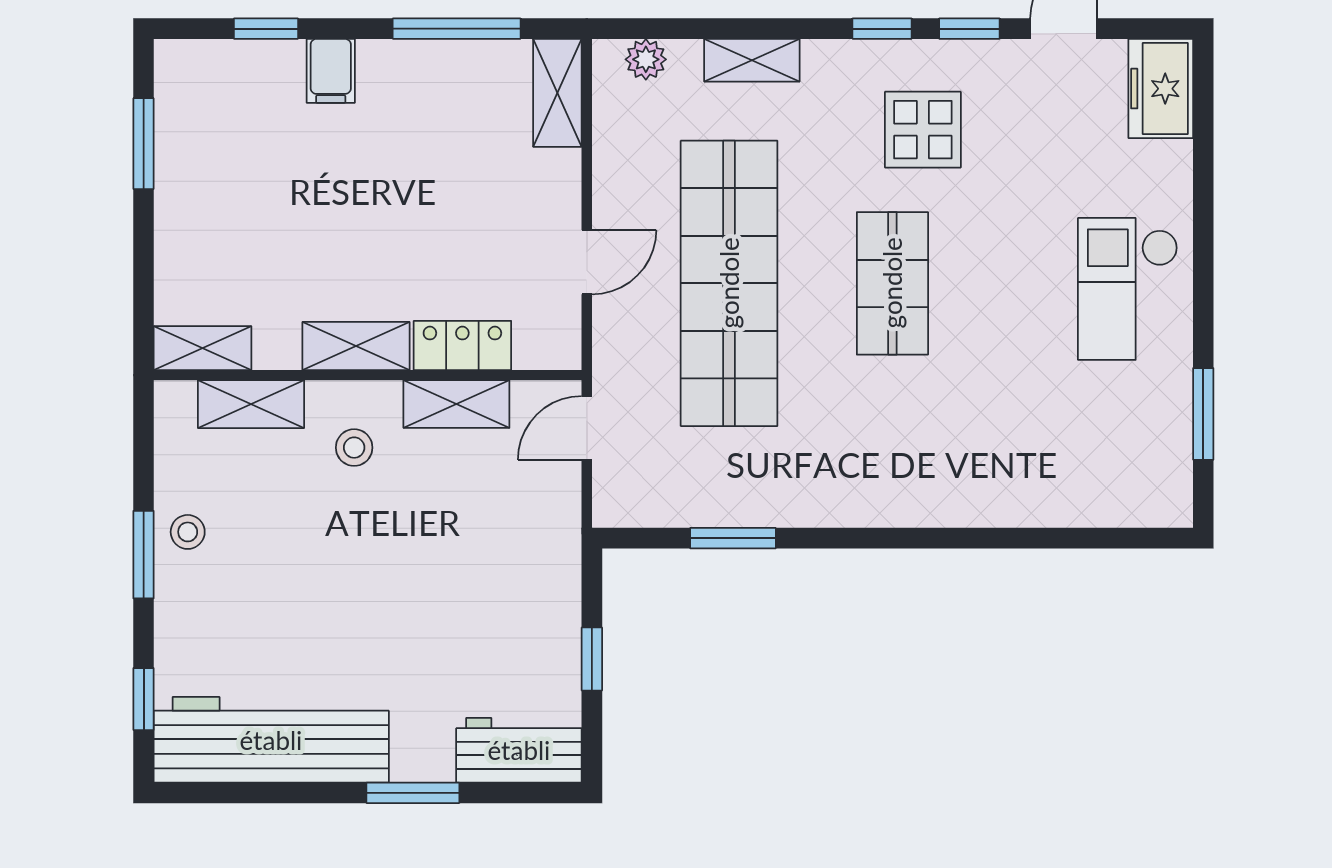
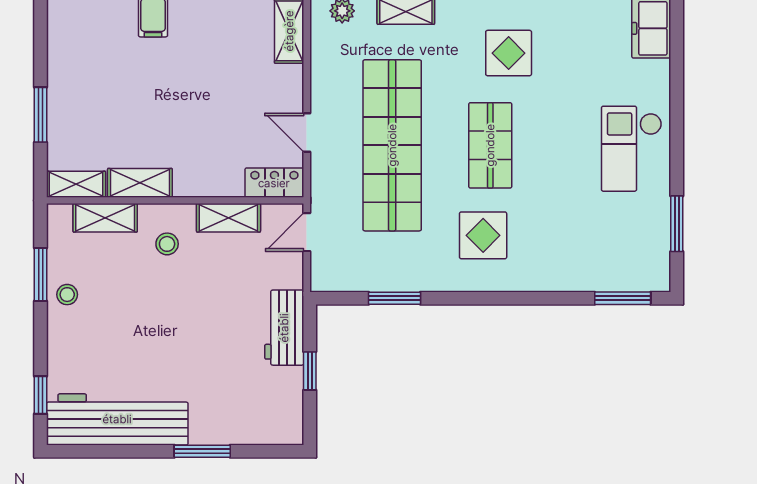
window: (144, 144) -> (41, 115), moved
door: (587, 262) -> (307, 133), swing flipped
locker: (462, 345) -> (274, 183), moved
shelving: (356, 346) -> (140, 183), moved
display table: (880, 433) -> (483, 235), added
window: (1113, 538) -> (623, 298), added
window: (144, 555) -> (41, 274), moved
workbench: (519, 750) -> (284, 328), moved, turned -90

